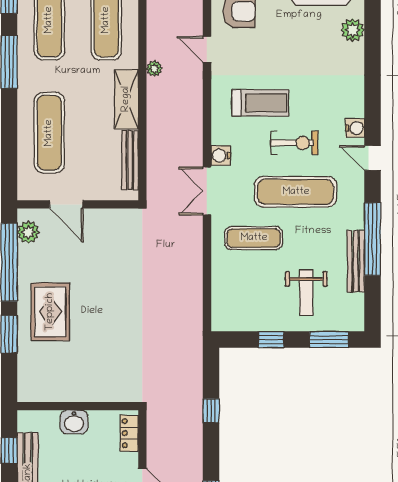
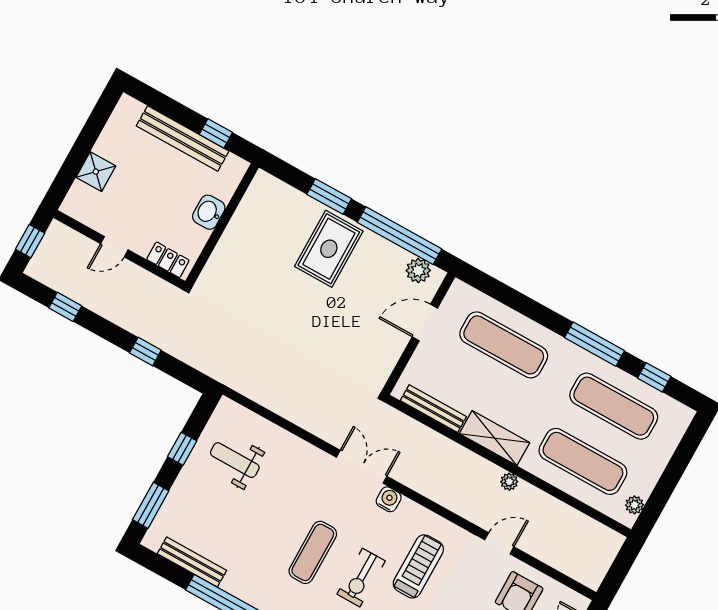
treadmill: (260, 103) -> (418, 566), turned 180
exercise mat: (296, 192) -> (313, 552), width x0.73, depth x0.69
exercise mat: (254, 238) -> (291, 487), removed
bench: (356, 261) -> (192, 562), moved
weight bench: (306, 293) -> (235, 460), moved
rug: (50, 312) -> (329, 249), turned 90

